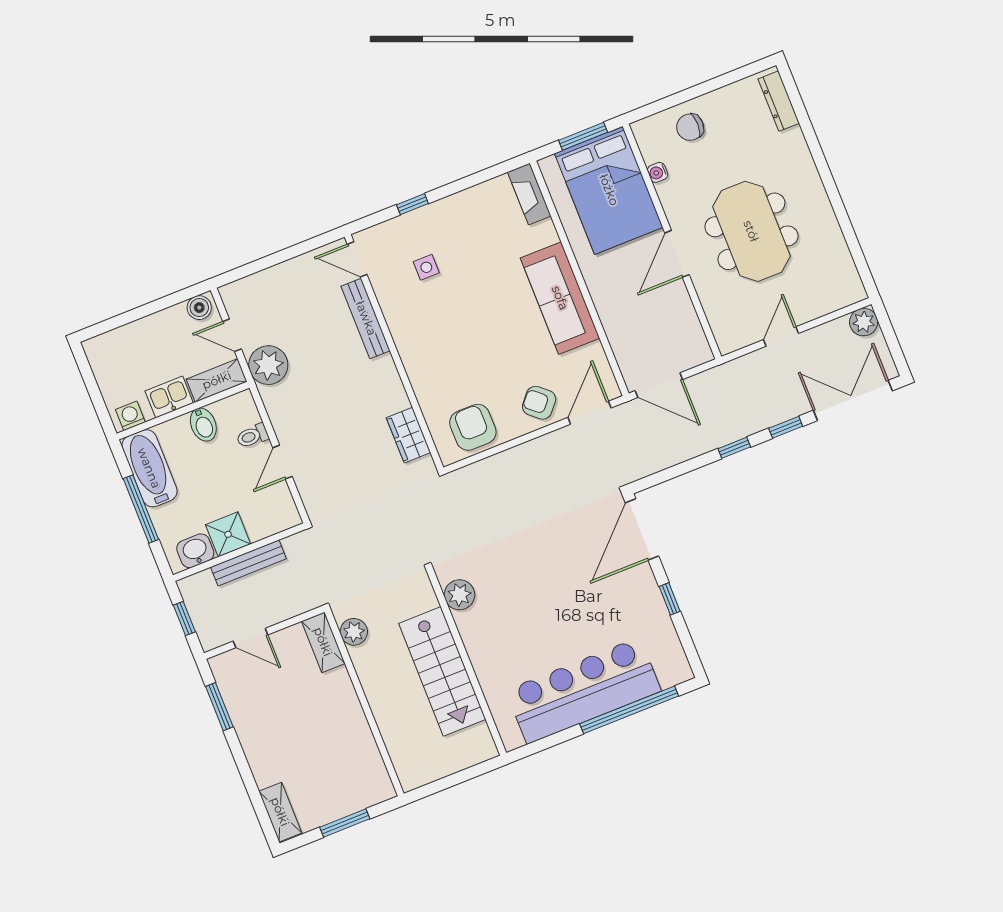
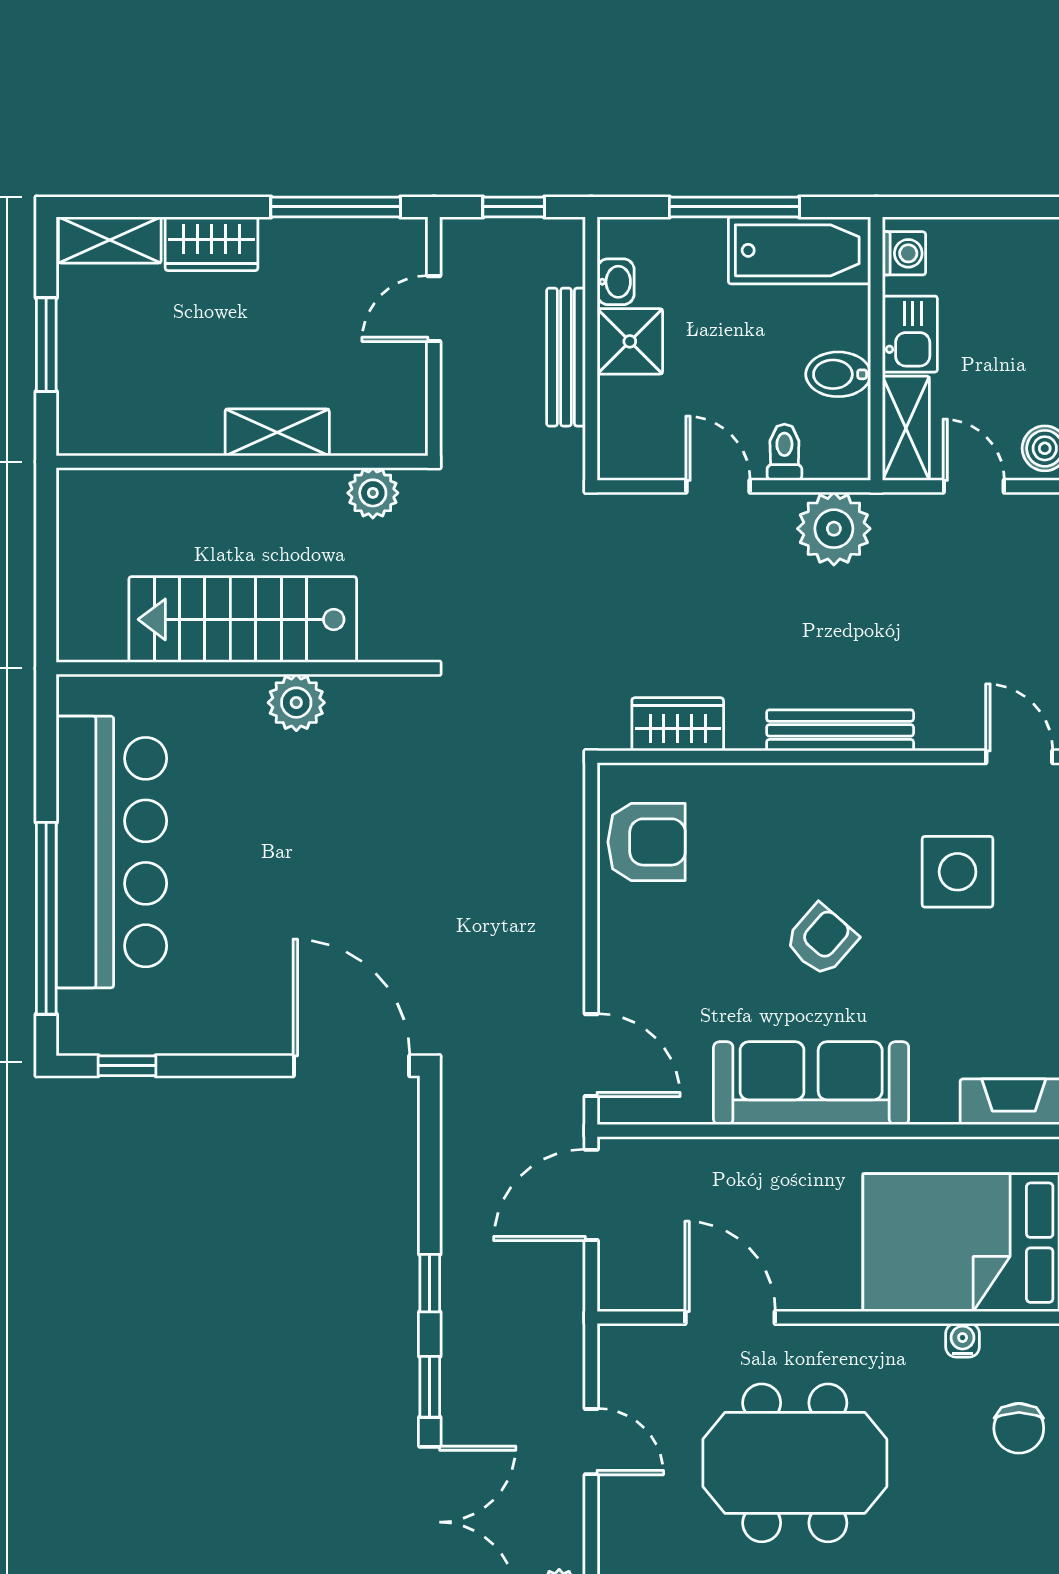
chair: (690, 127) -> (1019, 1428), turned 180
door: (677, 254) -> (730, 1318), moved
door: (357, 259) -> (1019, 757), hinge flipped
side table: (426, 267) -> (958, 872), width x1.87, depth x1.87
bench: (366, 318) -> (840, 730), moved
door: (232, 335) -> (974, 486), hinge flipped
plant: (268, 365) -> (834, 529), moved
armchair: (539, 403) -> (821, 940), moved
washbasin: (195, 551) -> (616, 282), width x0.72, depth x0.69
plant: (459, 595) -> (296, 703), moved
window: (670, 599) -> (127, 1066), moved
shelving: (323, 642) -> (277, 432), moved
window: (219, 707) -> (336, 207), width x1.44
wardrobe: (262, 761) -> (212, 244), added

